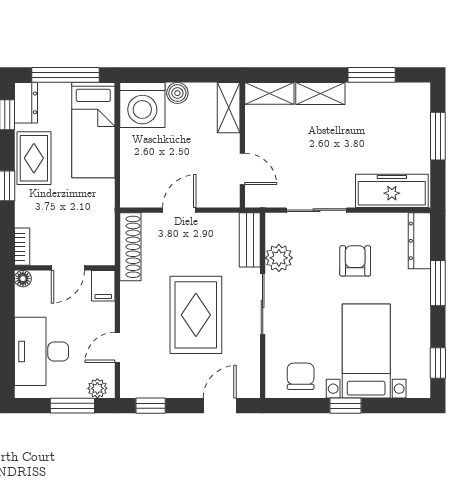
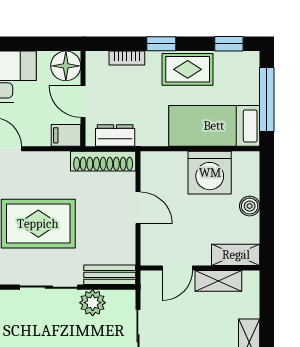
shelving: (269, 93) -> (218, 281), moved, turned 90
dresser: (26, 103) -> (115, 135), moved, turned 180
washing machine: (142, 105) -> (210, 173), moved, turned -90
bookcase: (22, 247) -> (127, 58), moved
floor lamp: (23, 279) -> (66, 66), width x1.89, depth x1.89

